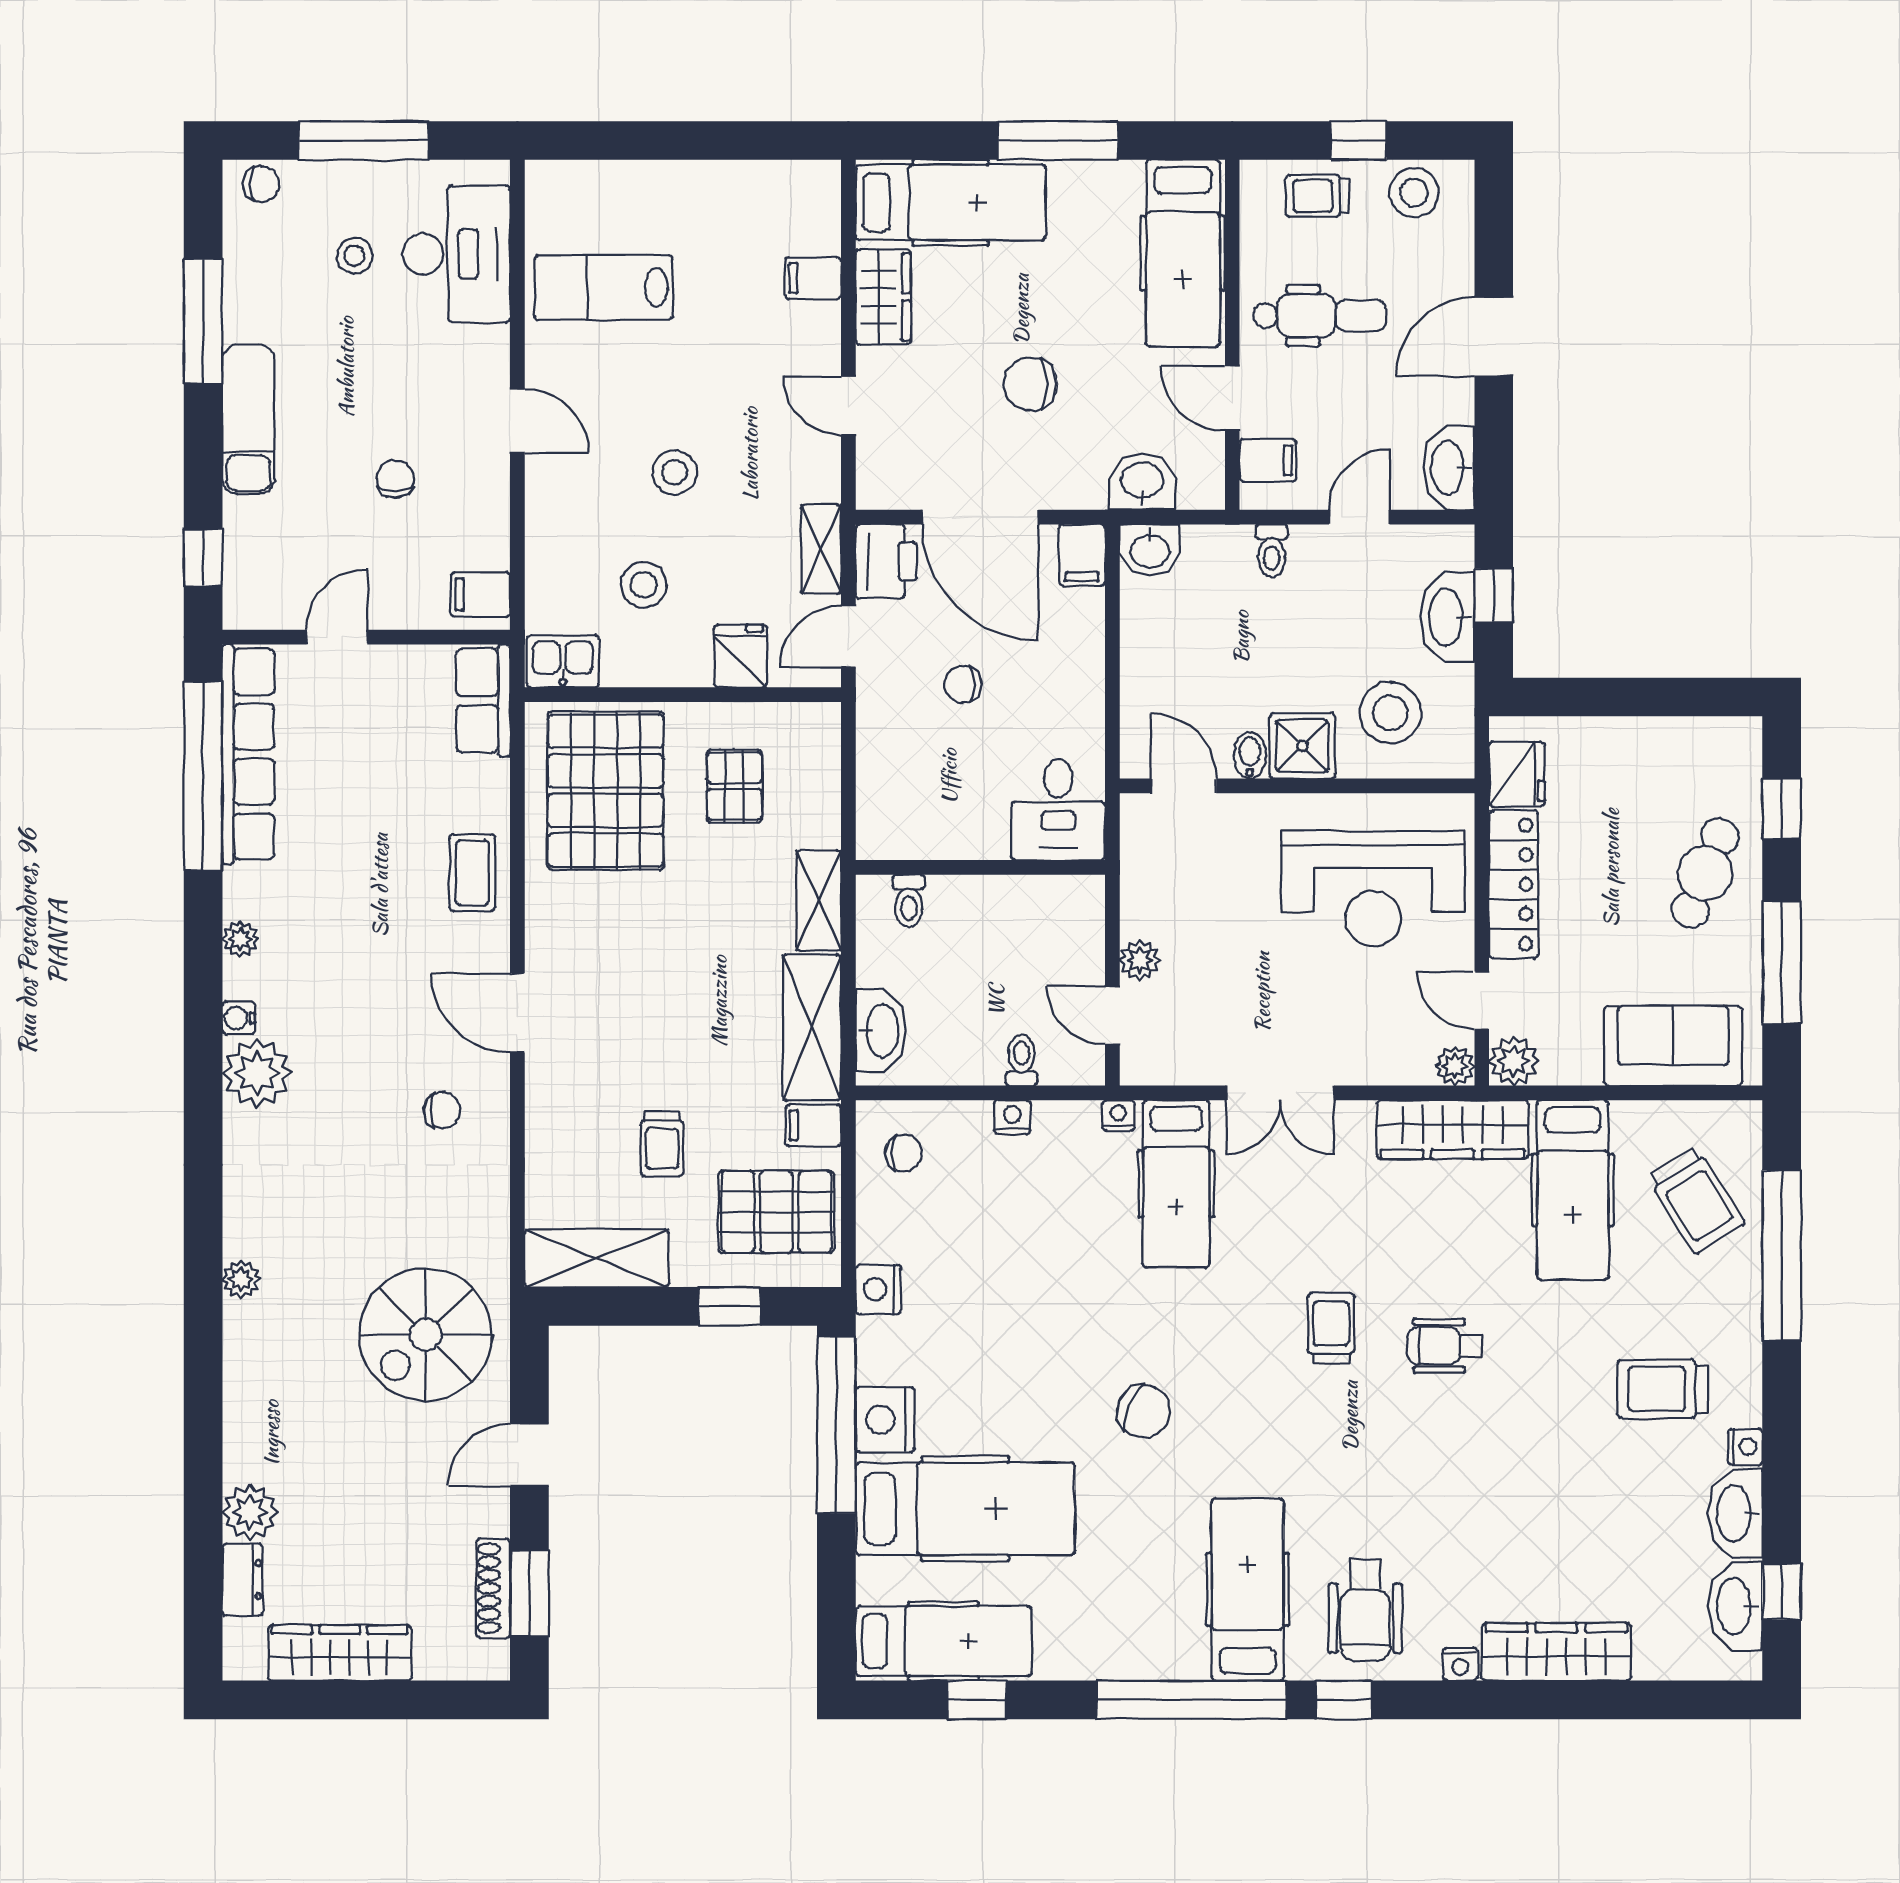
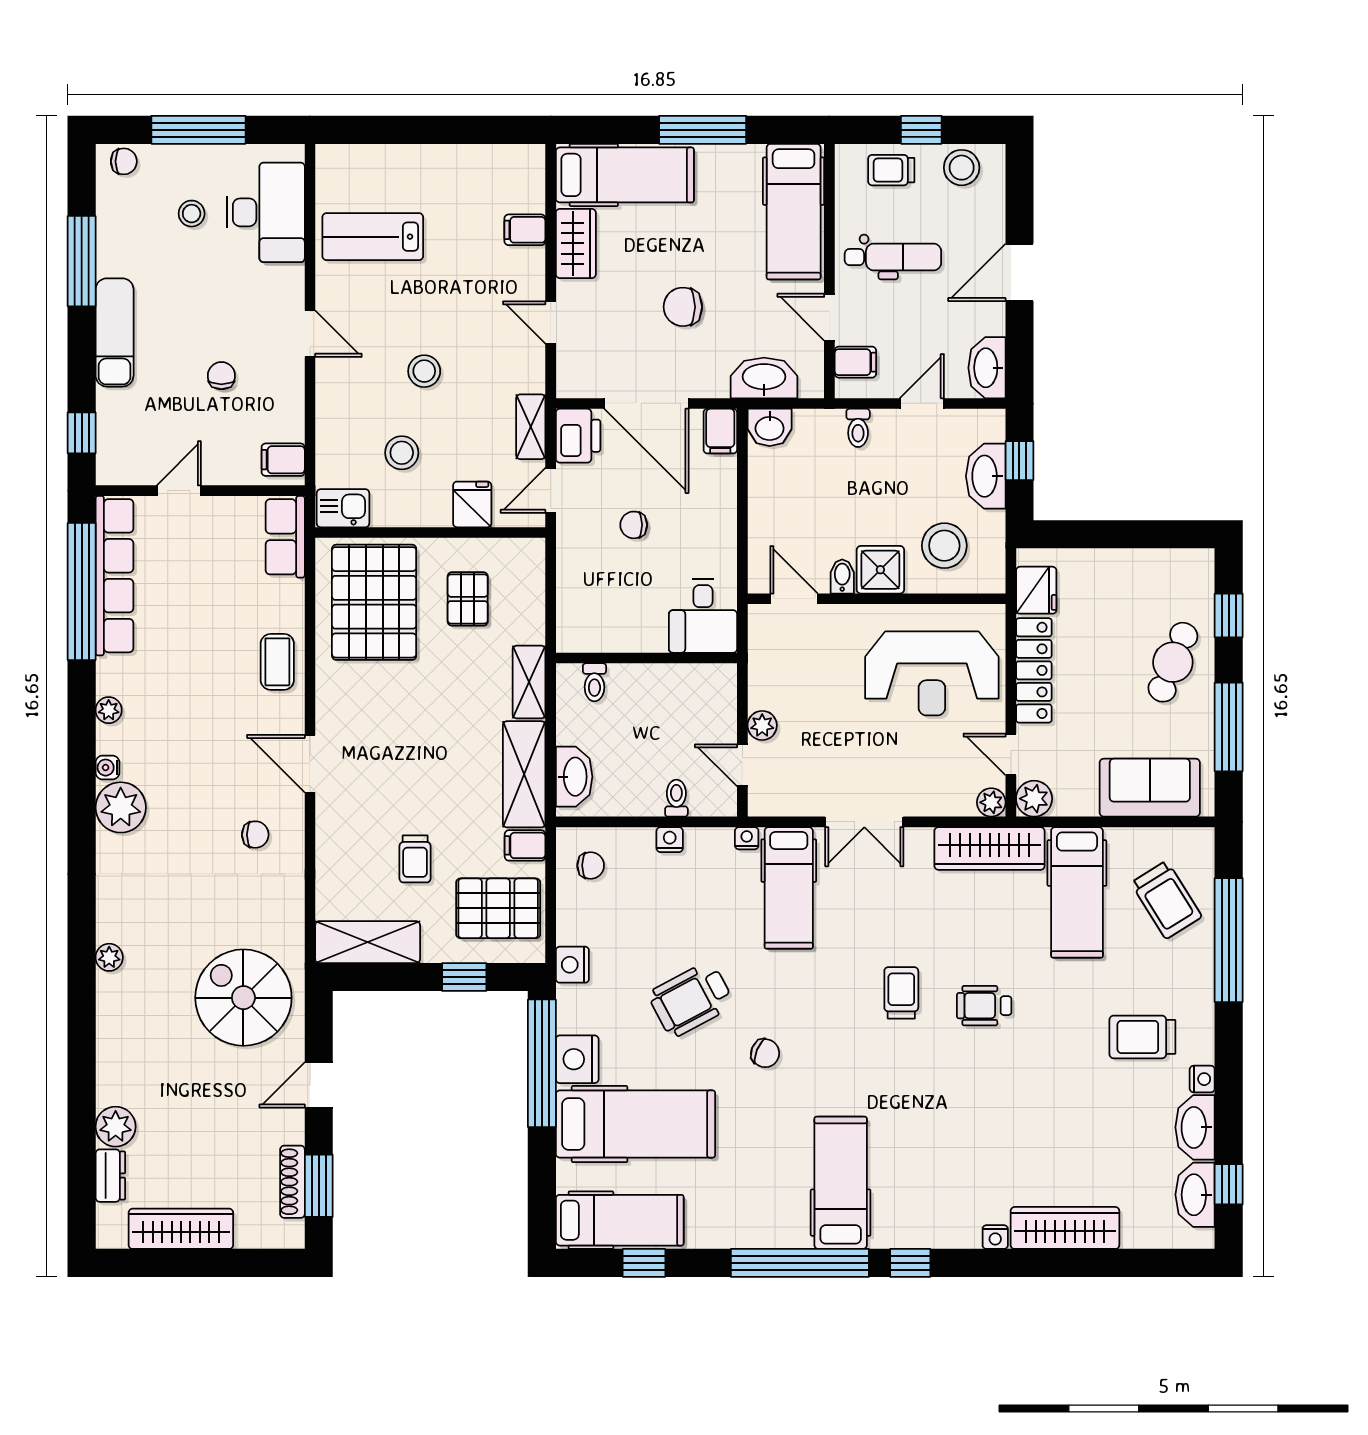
washbasin: (1142, 482) -> (764, 378), width x1.38
spiral stairs: (426, 1335) -> (243, 998), turned 90
chair: (1144, 1411) -> (765, 1053), width x0.73, depth x0.73
wheelchair: (1365, 1610) -> (691, 999), moved, turned 62

